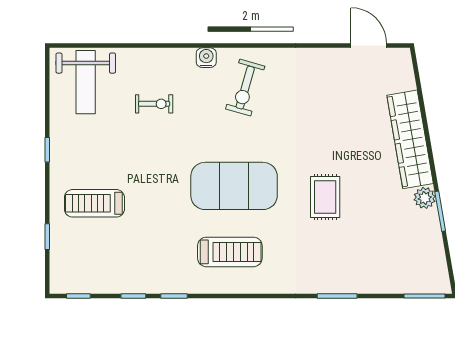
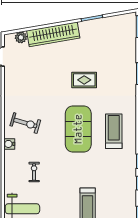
plant: (425, 198) -> (21, 37), moved

